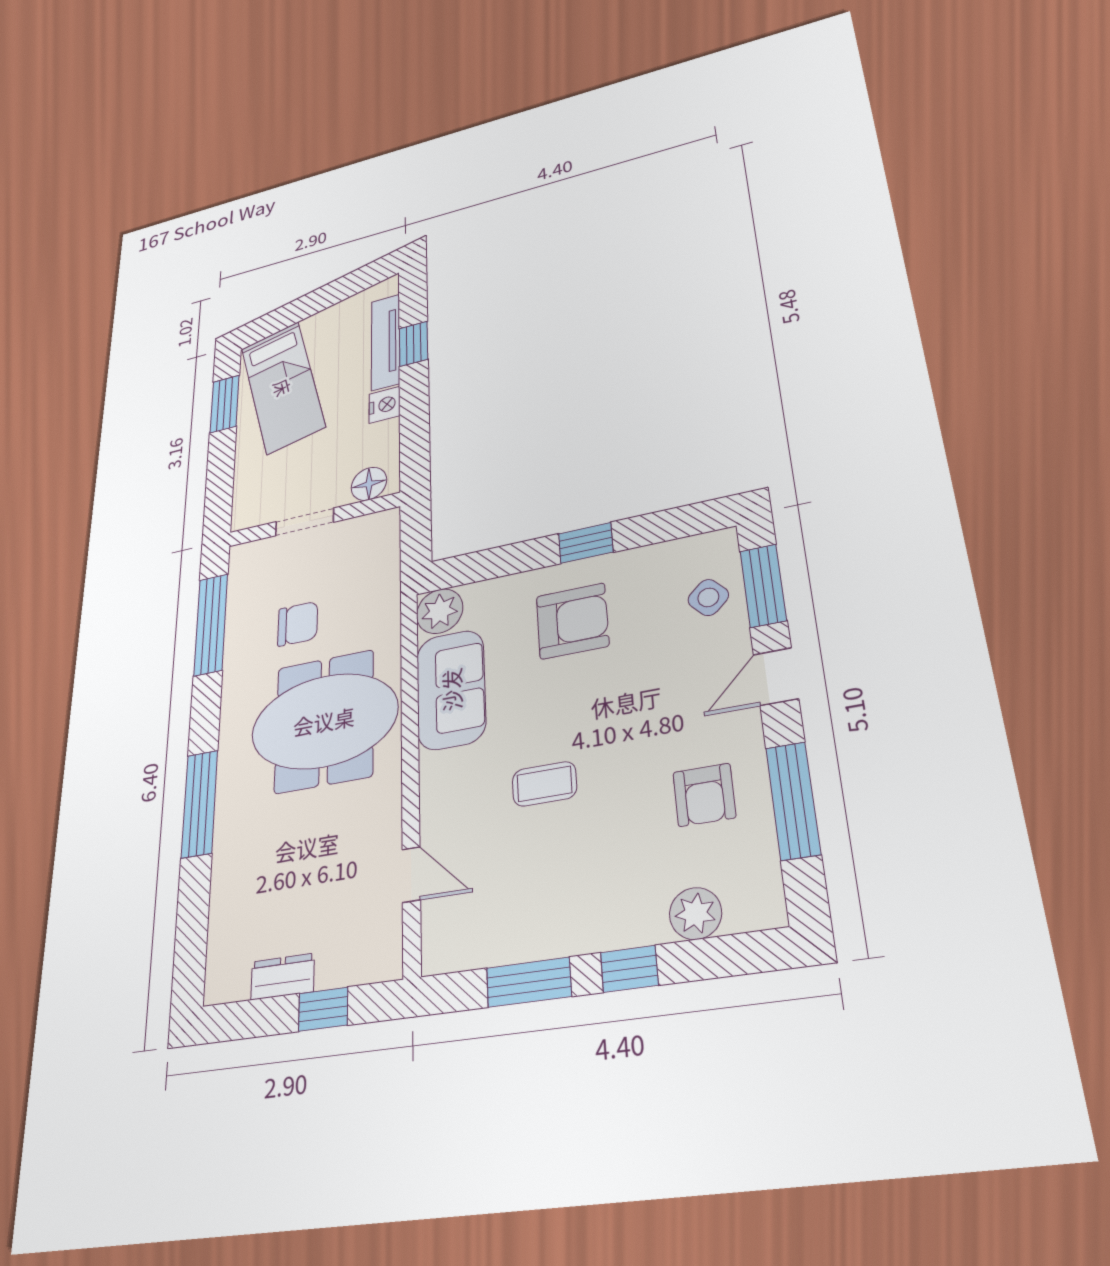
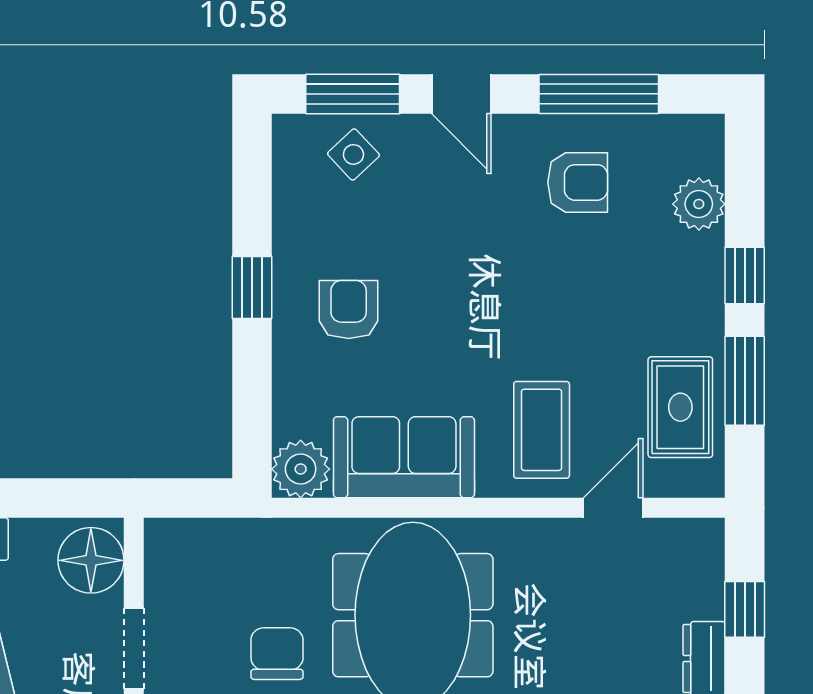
floor lamp: (369, 484) -> (91, 560), width x1.38, depth x1.38
armchair: (572, 621) -> (349, 309), width x0.72, depth x0.72
coffee table: (544, 784) -> (542, 430), moved, width x1.36, depth x1.30
rug: (502, 923) -> (680, 407), added

